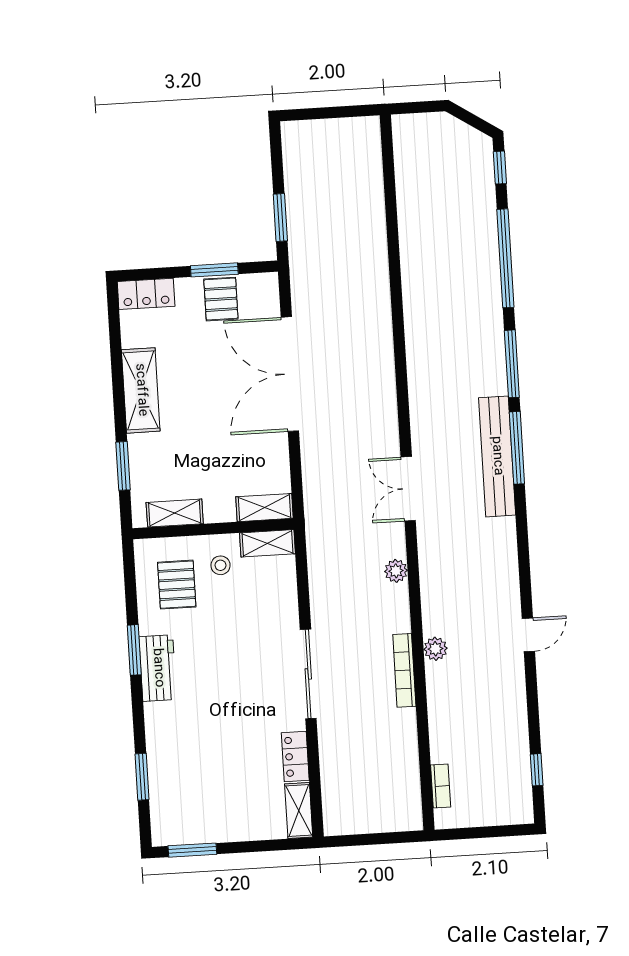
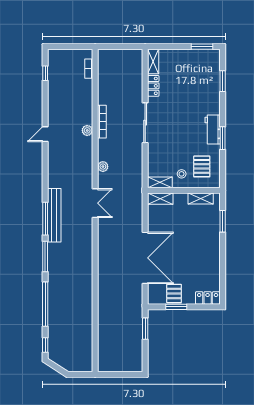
shelving: (141, 390) -> (213, 255), removed

